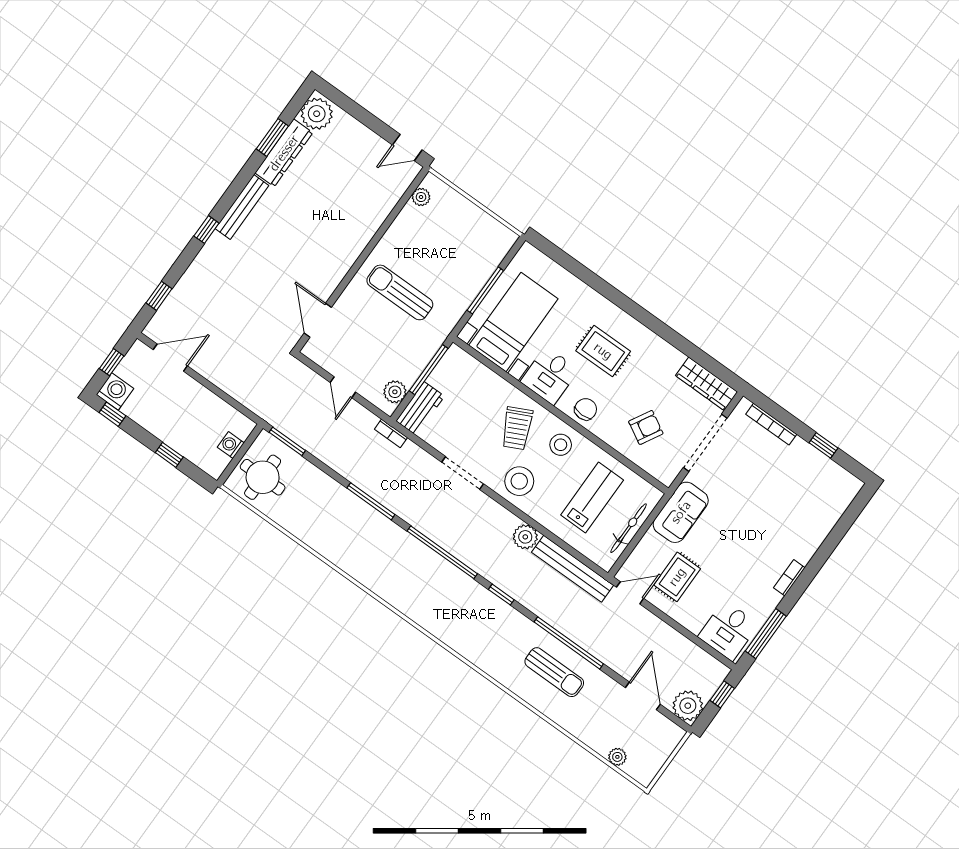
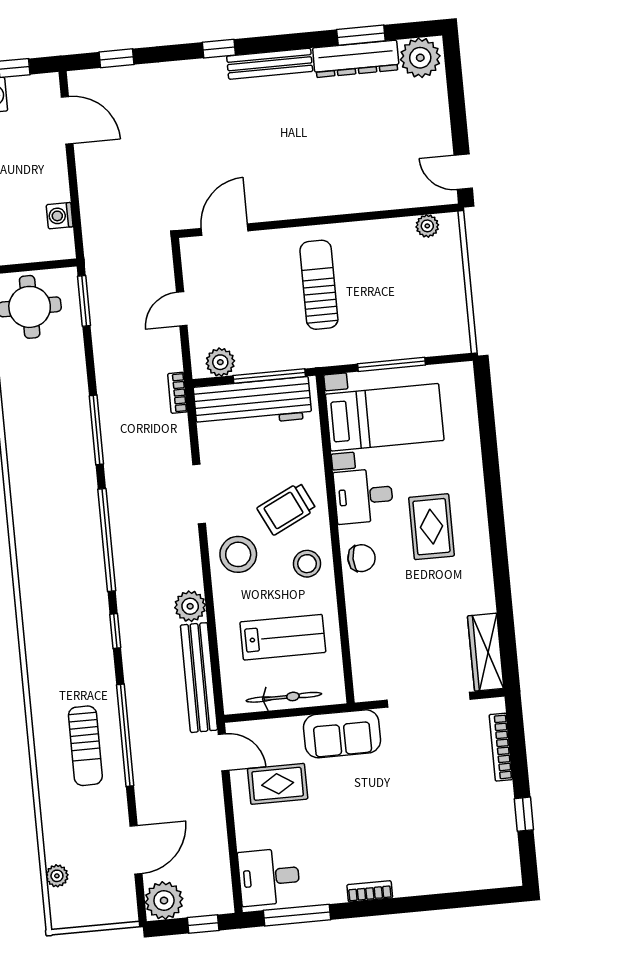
workbench: (420, 409) -> (253, 403), width x1.88, depth x1.32
armchair: (646, 427) -> (394, 630), removed
washing machine: (231, 445) -> (60, 216), moved, turned -90

